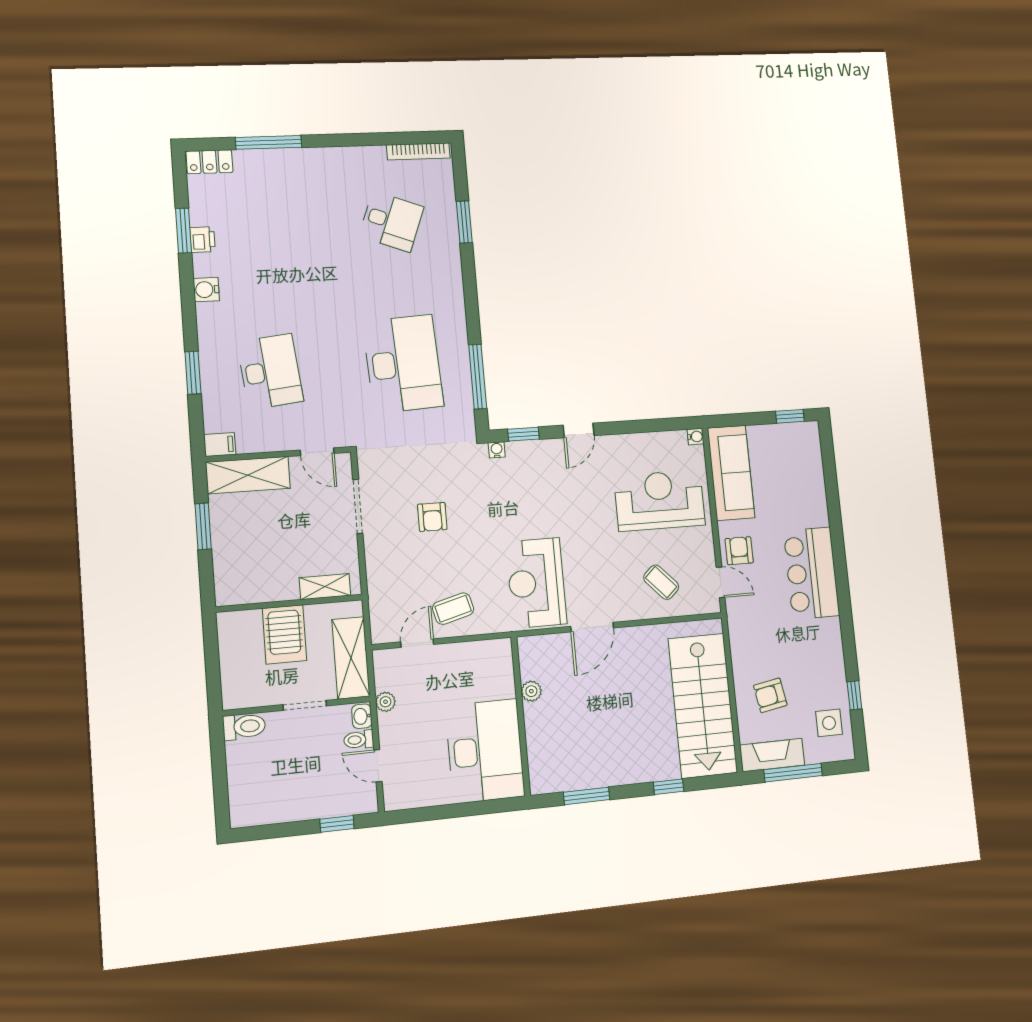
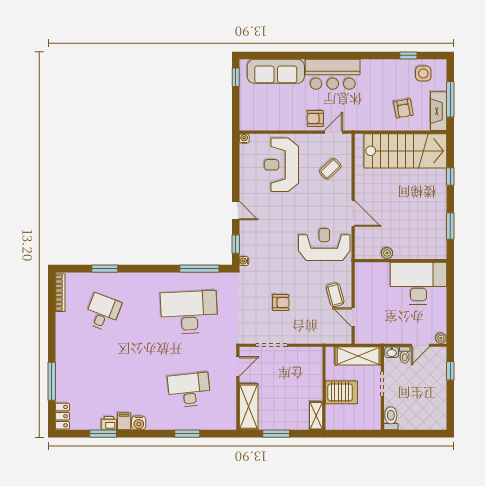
filing cabinet: (220, 445) -> (124, 421), moved
sofa: (731, 473) -> (276, 71), moved, turned 180
reception desk: (536, 583) -> (324, 244), turned 180
shelving: (325, 587) -> (316, 416), moved
plant: (386, 702) -> (441, 338), moved

